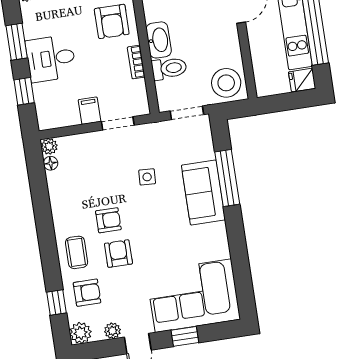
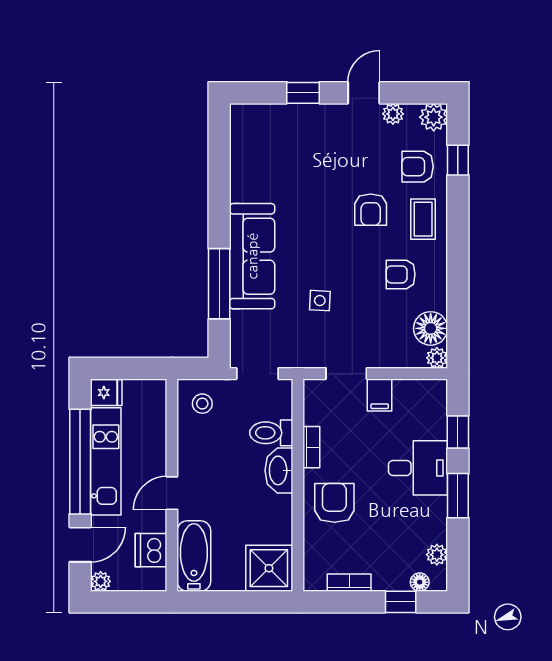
stool: (226, 83) -> (202, 404), width x0.53, depth x0.53
floor lamp: (51, 163) -> (431, 328), width x1.89, depth x1.89
sofa: (203, 192) -> (252, 256), width x1.36
armchair: (108, 220) -> (401, 274), moved
corner sofa: (193, 296) -> (285, 142), removed

